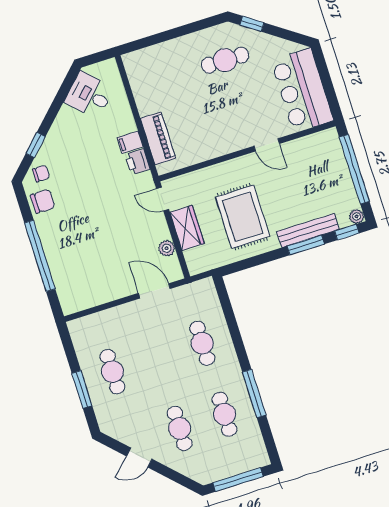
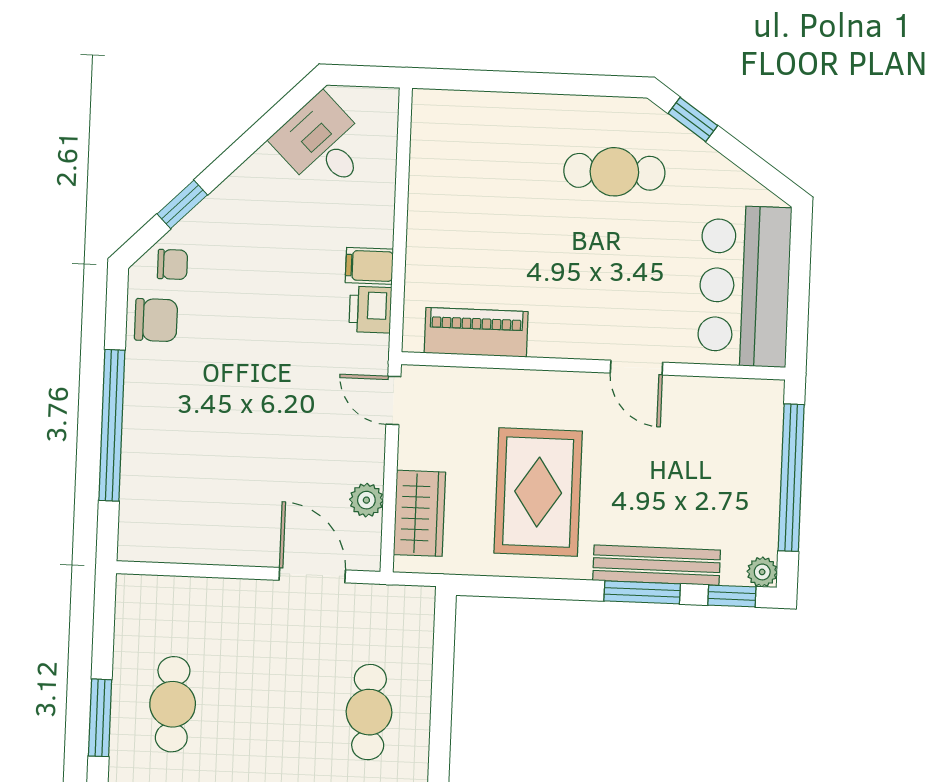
piano: (158, 138) -> (476, 332), moved, turned -90
wardrobe: (187, 228) -> (419, 513), moved

